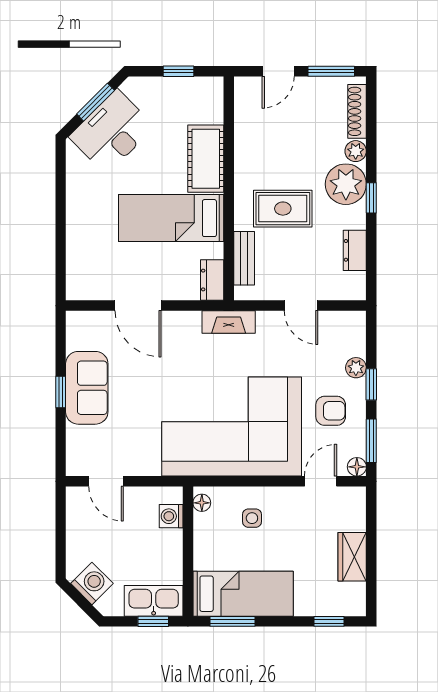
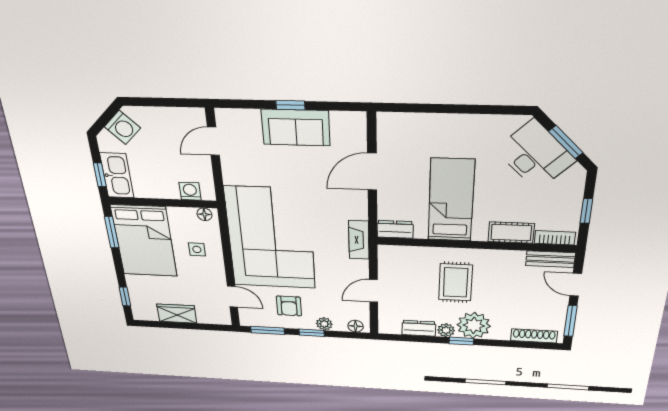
bookcase: (215, 101) -> (555, 238), added
plant: (356, 151) -> (446, 330), moved
cot: (206, 159) -> (511, 233), width x0.73, depth x0.75
bench: (244, 258) -> (550, 259), moved
floor lamp: (357, 467) -> (356, 326), moved
bed: (243, 594) -> (144, 241), width x1.50

